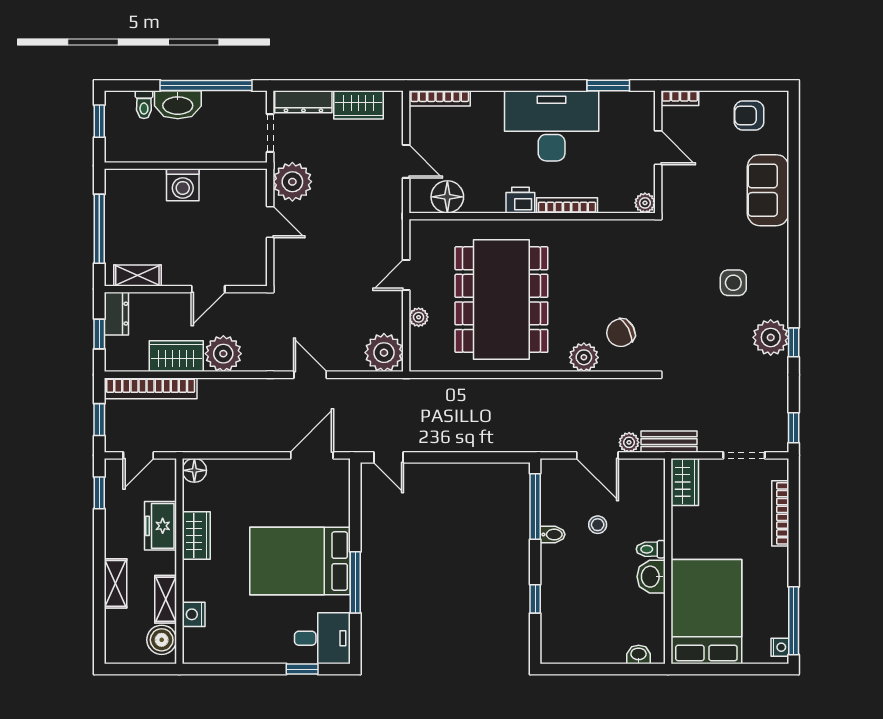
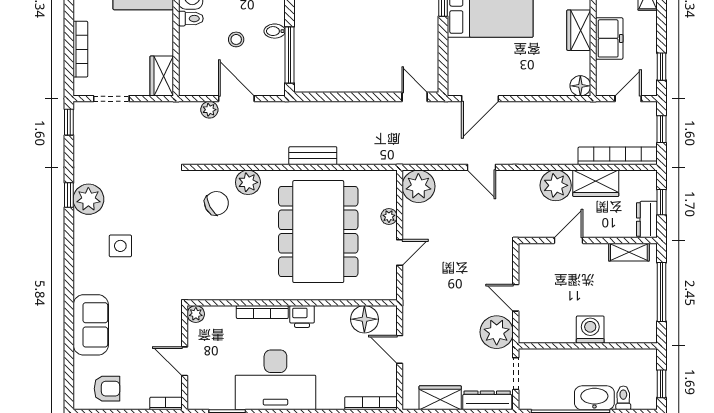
bench: (669, 442) -> (313, 156), moved

